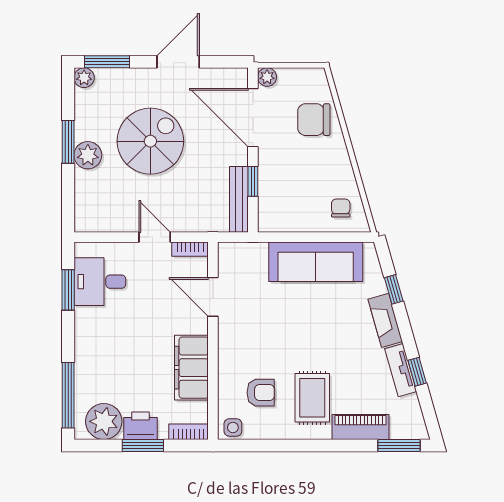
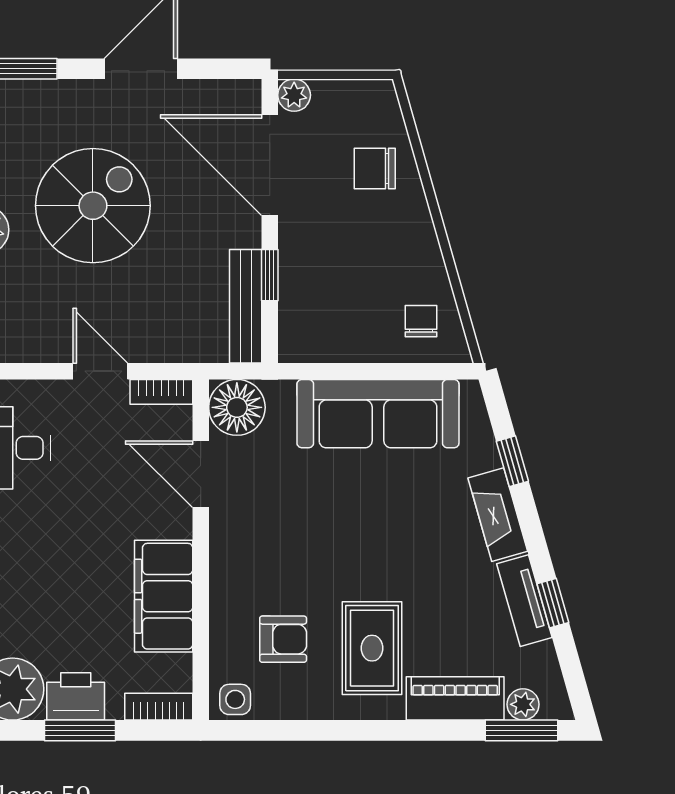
chair: (314, 120) -> (375, 169), width x0.73, depth x0.73
floor lamp: (234, 258) -> (237, 407), added
plant: (400, 430) -> (523, 704), added

